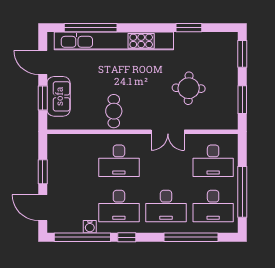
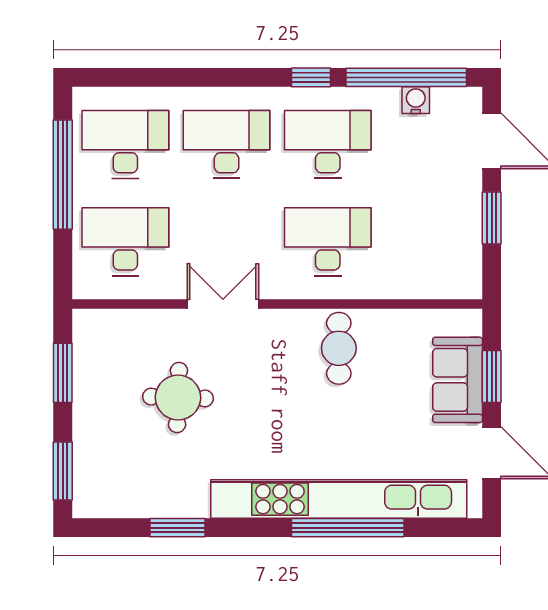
window: (91, 28) -> (348, 528), moved
water cooler: (90, 227) -> (416, 100), moved
window: (191, 237) -> (173, 77), removed

